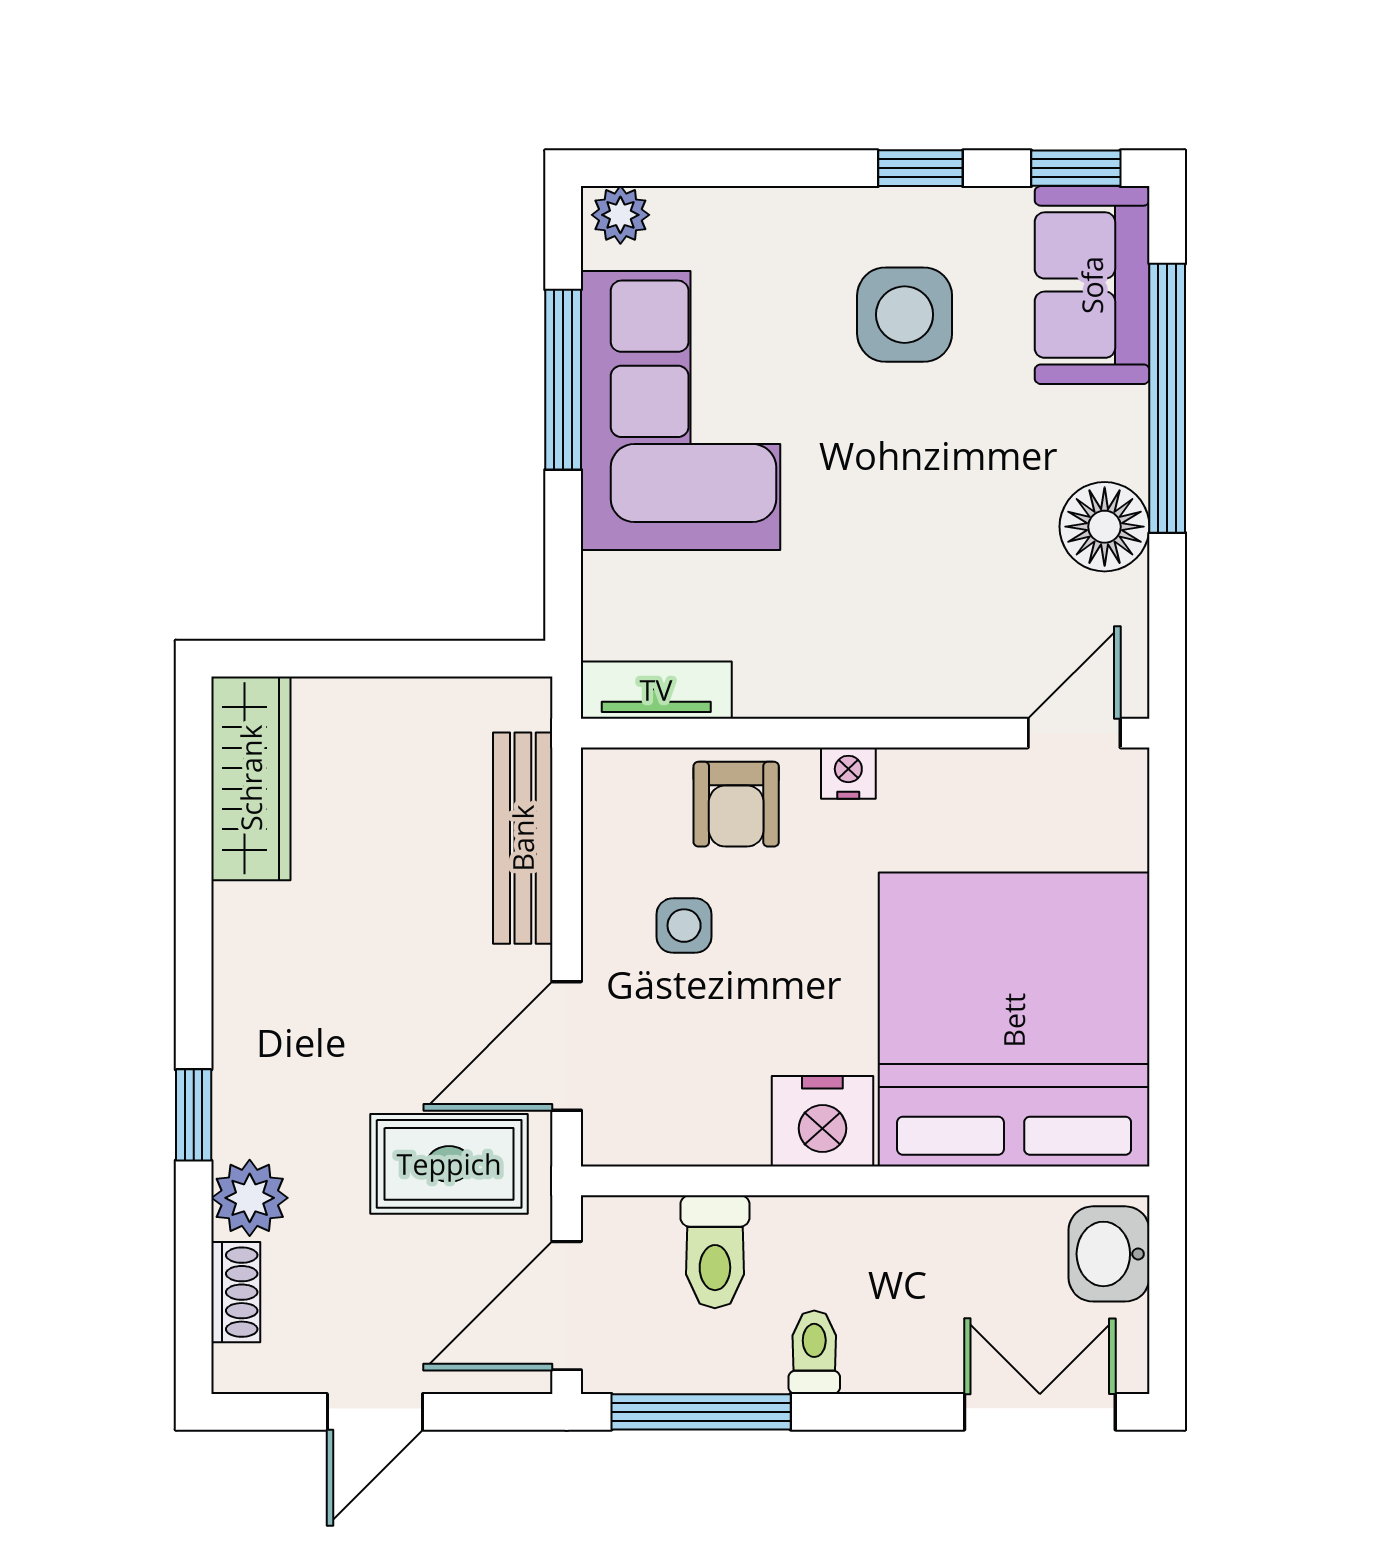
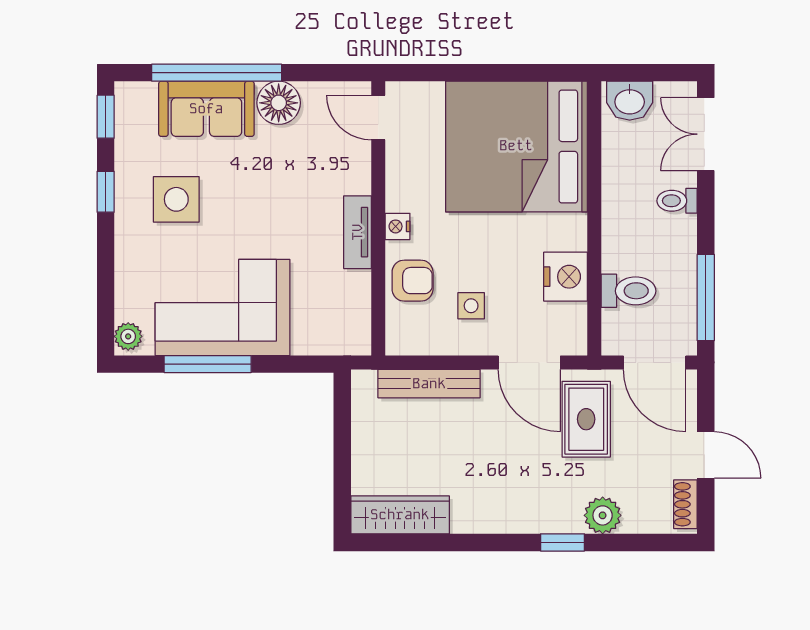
sofa: (1092, 285) -> (206, 109), moved
tv unit: (656, 690) -> (358, 232), moved
nightstand: (822, 1121) -> (566, 277), moved
shoe rack: (236, 1292) -> (685, 504), moved, turned -90
toilet: (814, 1352) -> (677, 201), moved

